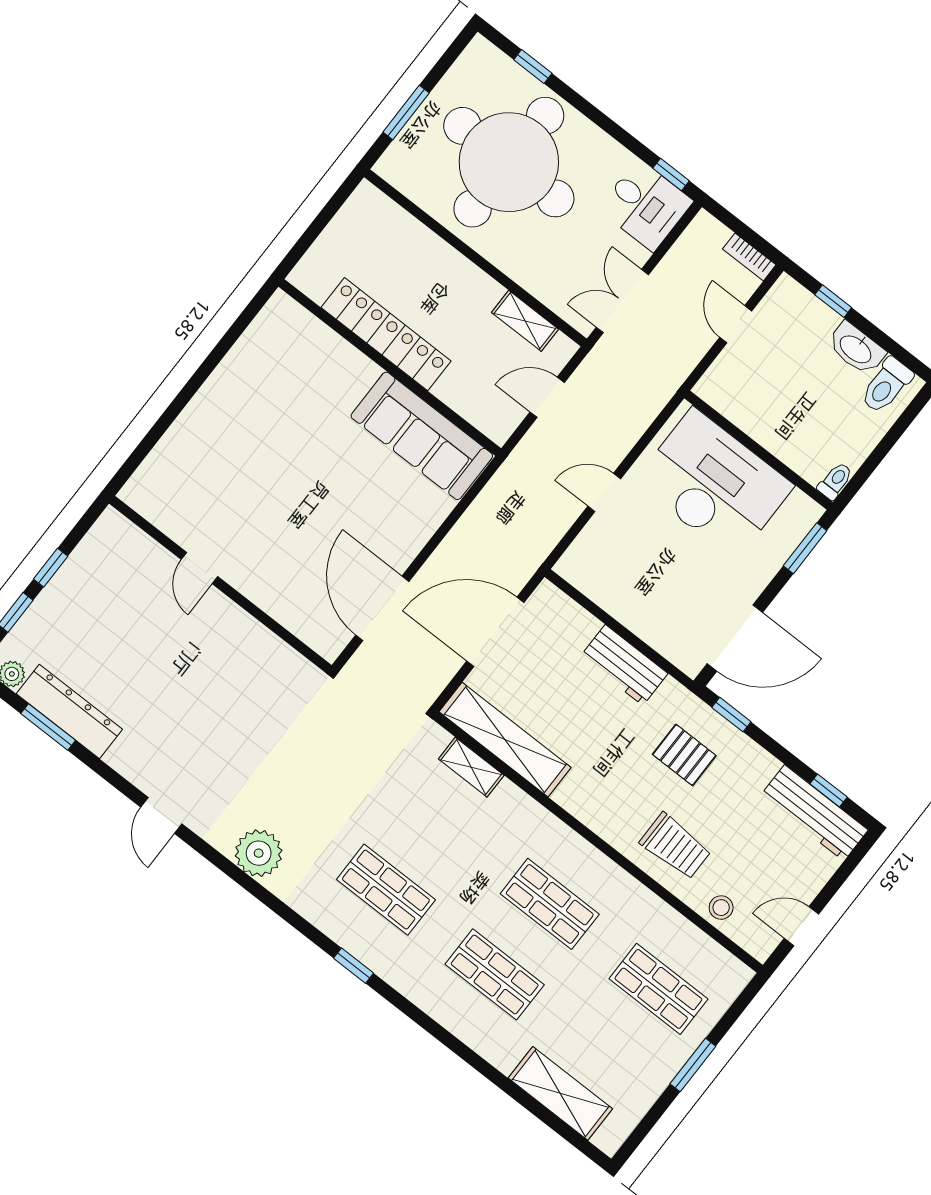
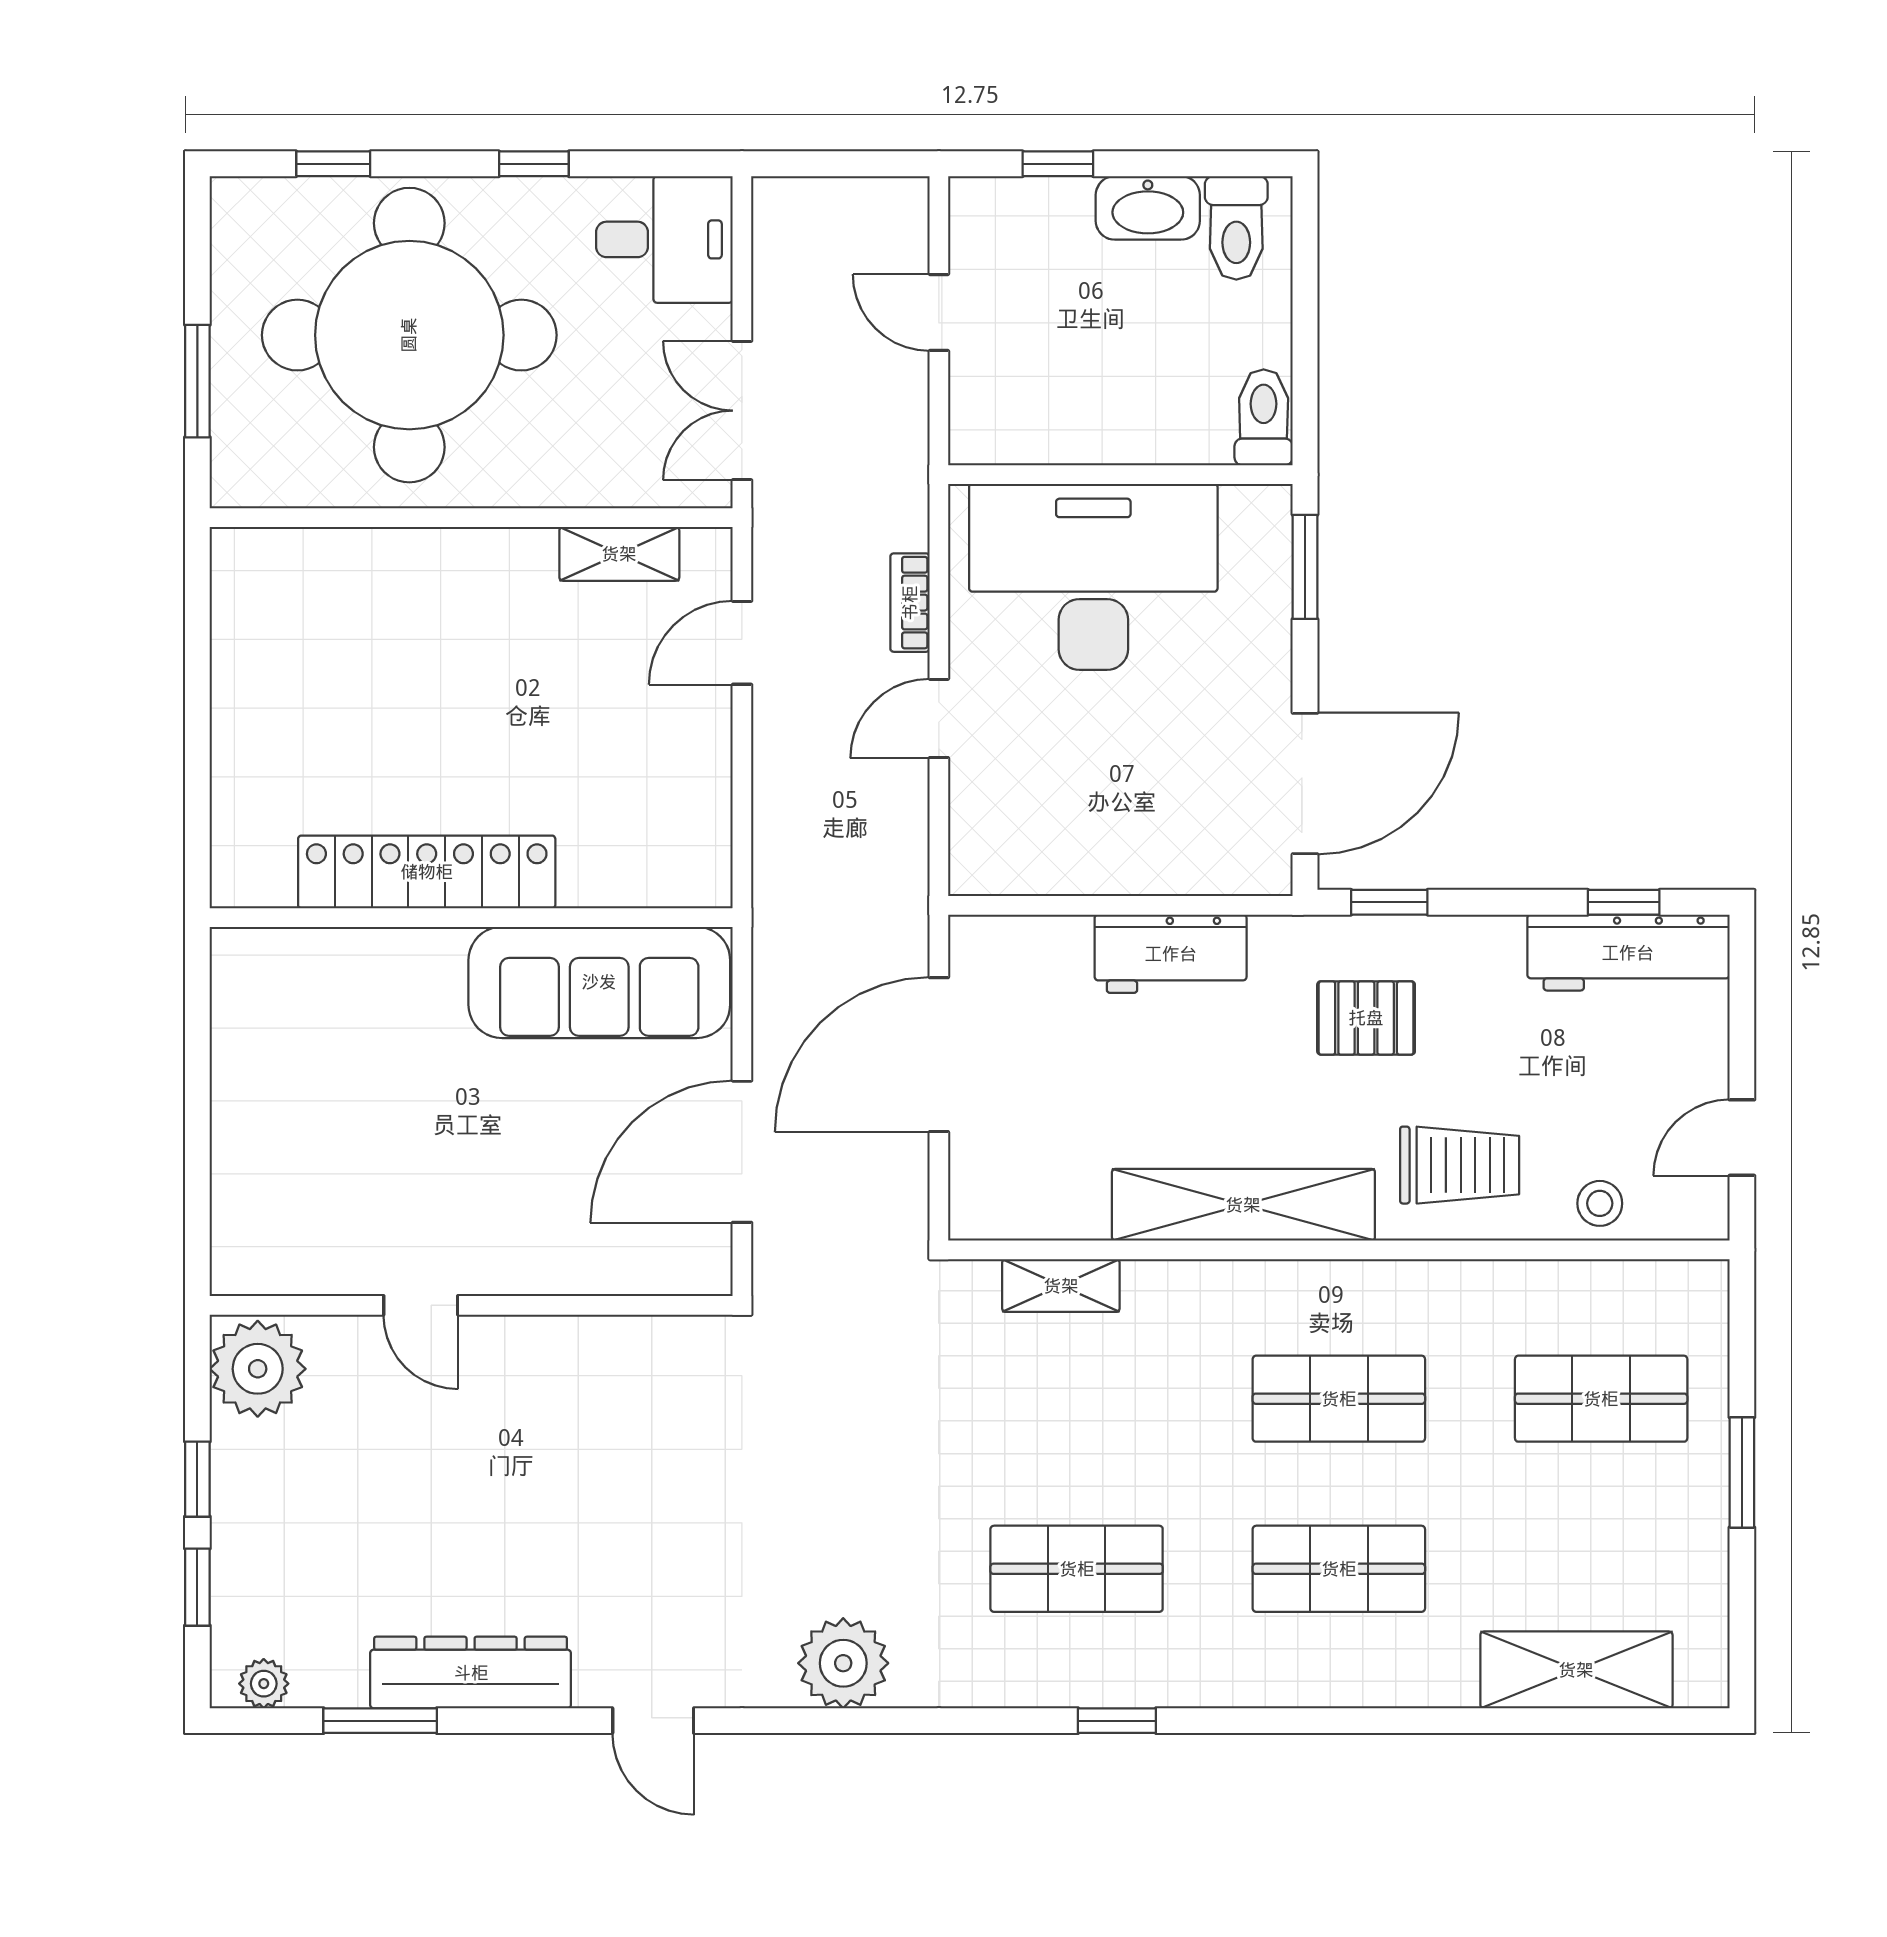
window: (671, 174) -> (534, 164), moved
bookcase: (749, 257) -> (910, 603), moved, turned 90
locker: (386, 334) -> (427, 872), moved
wall: (390, 367) -> (471, 918), moved
sofa: (422, 436) -> (599, 982), moved
toilet: (835, 481) -> (1264, 417), width x1.37, depth x1.39
plant: (111, 541) -> (258, 1369), added
door: (382, 608) -> (742, 1152), hinge flipped
dresser: (69, 711) -> (471, 1673), moved
shelving: (505, 740) -> (1243, 1205), moved

